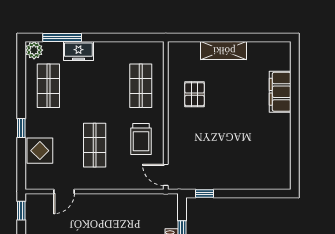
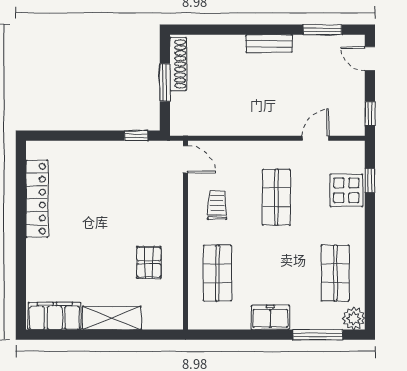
freezer: (78, 51) -> (270, 317), moved
filing cabinet: (280, 92) -> (55, 316), moved, turned -90
window: (21, 128) -> (370, 181), moved
trolley: (141, 139) -> (217, 205), width x0.73, depth x0.72
locker: (282, 144) -> (37, 199), added

